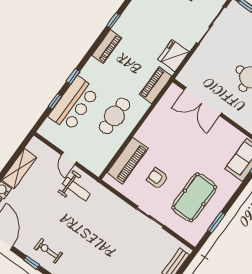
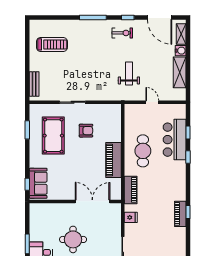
piano: (107, 47) -> (180, 214), moved
fridge: (173, 56) -> (131, 217), width x0.53, depth x0.75
piano: (128, 161) -> (113, 160), moved
weight bench: (76, 189) -> (129, 74), moved, turned 90

